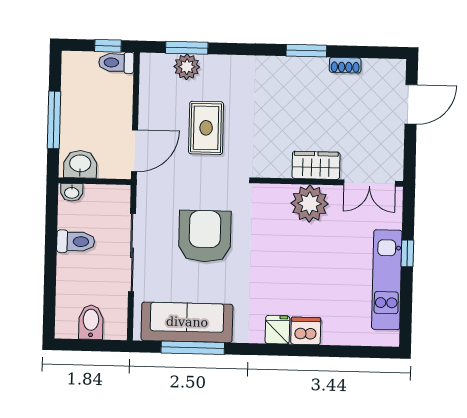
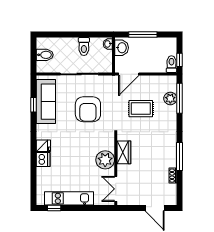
window: (187, 48) -> (180, 98), width x1.44
window: (306, 51) -> (180, 157), width x1.44
door: (134, 151) -> (129, 74), hinge flipped
wardrobe: (316, 165) -> (124, 152), moved
armchair: (205, 236) -> (88, 109), turned 90
window: (407, 253) -> (54, 208), moved
window: (193, 348) -> (34, 105), width x0.46

